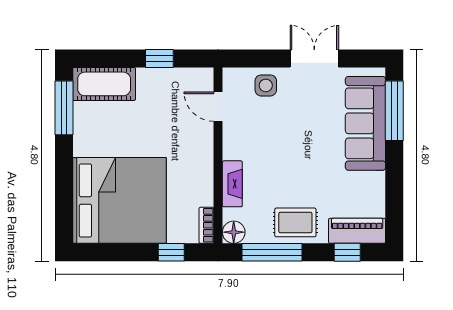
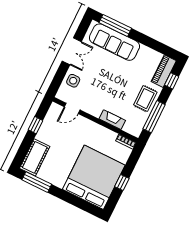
double door: (314, 59) -> (72, 51), swing flipped
floor lamp: (234, 232) -> (136, 130), removed
window: (171, 252) -> (122, 183), moved

